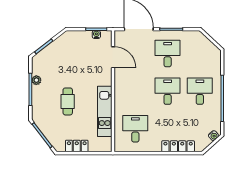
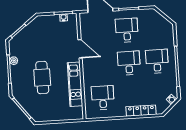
door: (113, 57) -> (80, 49), moved
cafe table: (68, 101) -> (42, 78), width x1.37, depth x1.35
locker: (77, 146) -> (53, 116), removed

